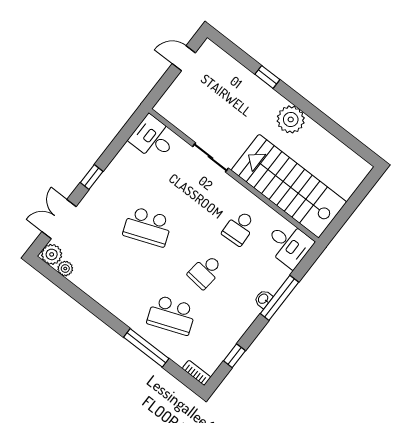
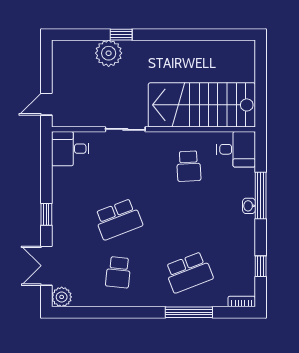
door: (184, 58) -> (46, 104), moved
plant: (291, 119) -> (109, 53), moved
plant: (65, 269) -> (80, 300), removed
school desk: (205, 271) -> (118, 272), moved

